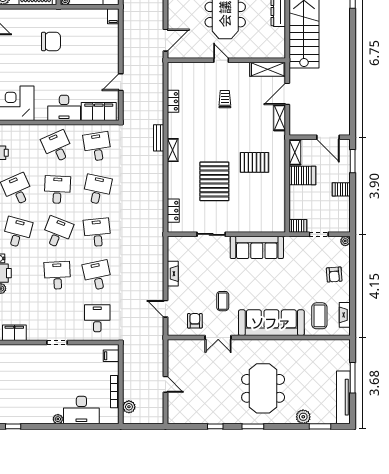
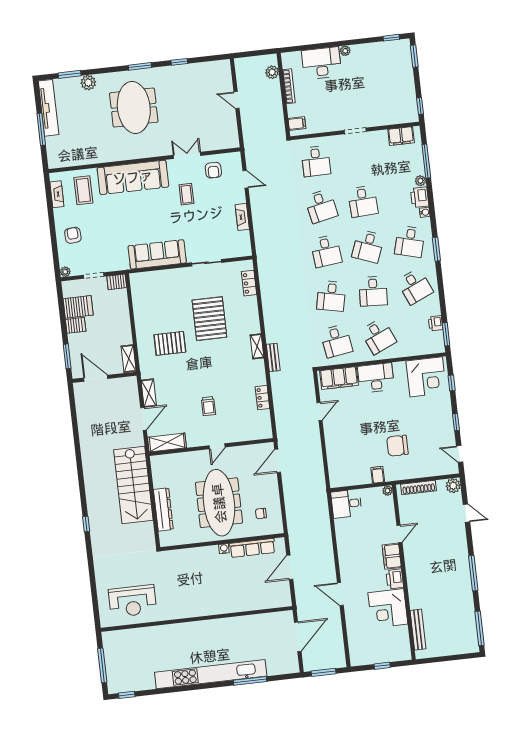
filing cabinet: (113, 16) -> (378, 475), moved
door: (221, 60) -> (217, 446), hinge flipped
server rack: (302, 176) -> (78, 307), moved, turned 180

